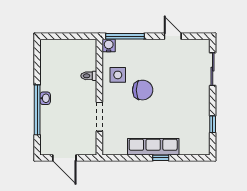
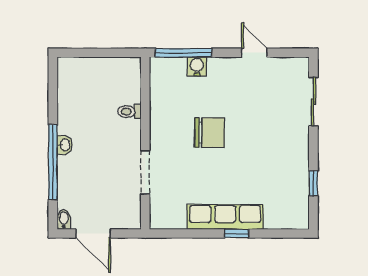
water cooler: (109, 45) -> (197, 66), moved
side table: (118, 75) -> (173, 110), removed
bidet: (45, 148) -> (64, 219), added

